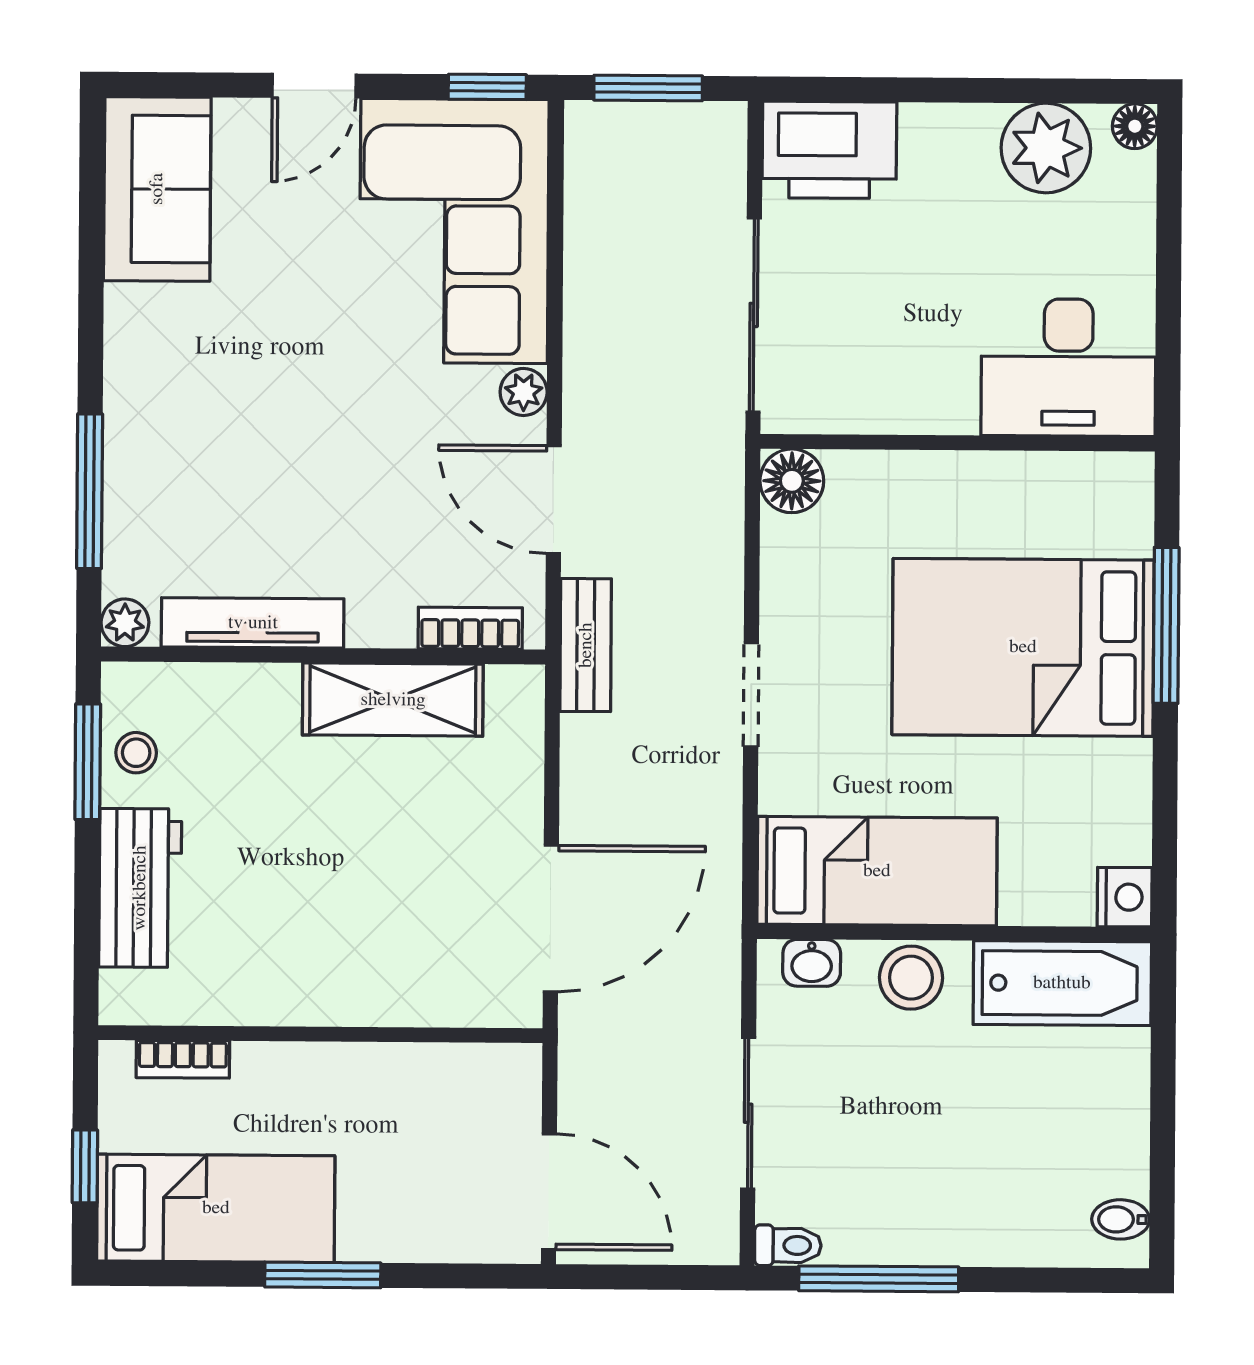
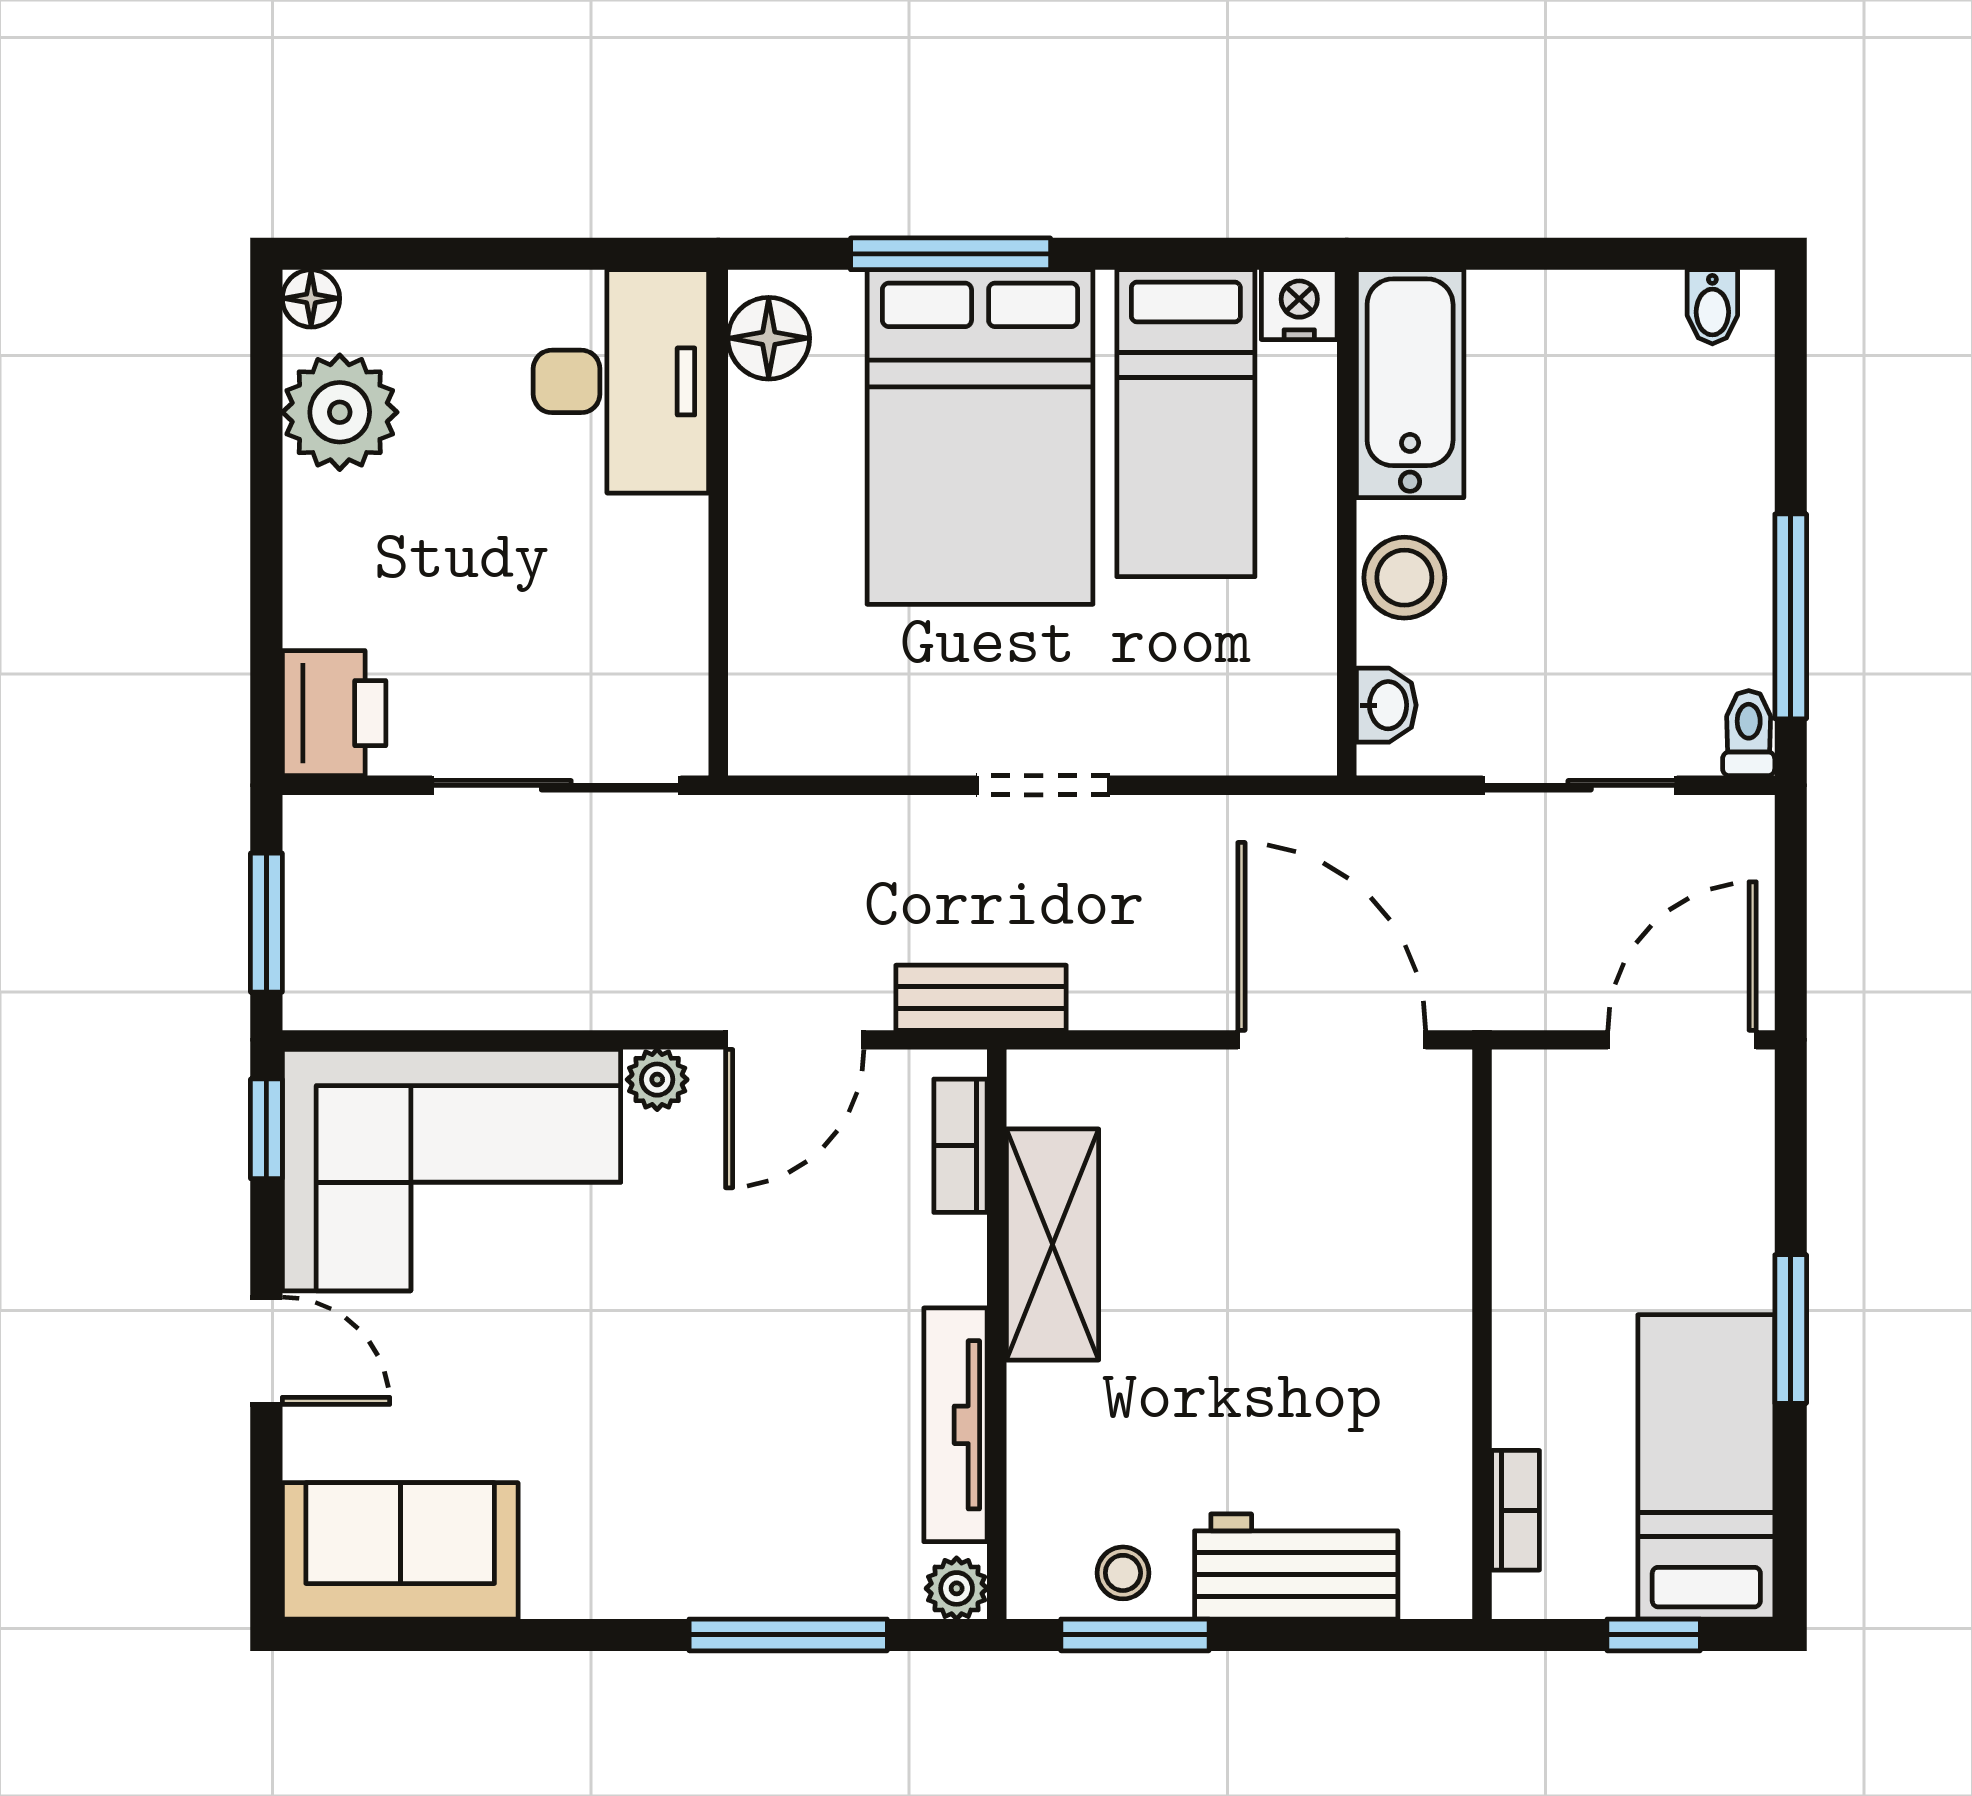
printer: (829, 150) -> (334, 713), width x0.73, depth x0.84
floor lamp: (792, 481) -> (769, 338), moved
bed: (877, 871) -> (1186, 423), moved, turned 180

